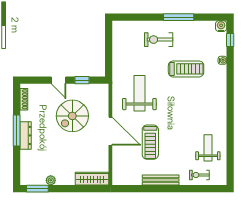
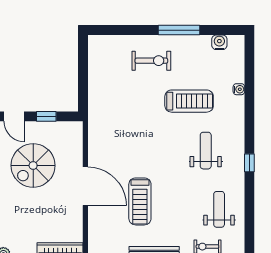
water cooler: (221, 26) -> (219, 42), moved
exercise bike: (159, 40) -> (151, 61), turned 180
window: (230, 40) -> (249, 163), moved
weight bench: (139, 93) -> (206, 151), moved, width x0.73, depth x0.75

